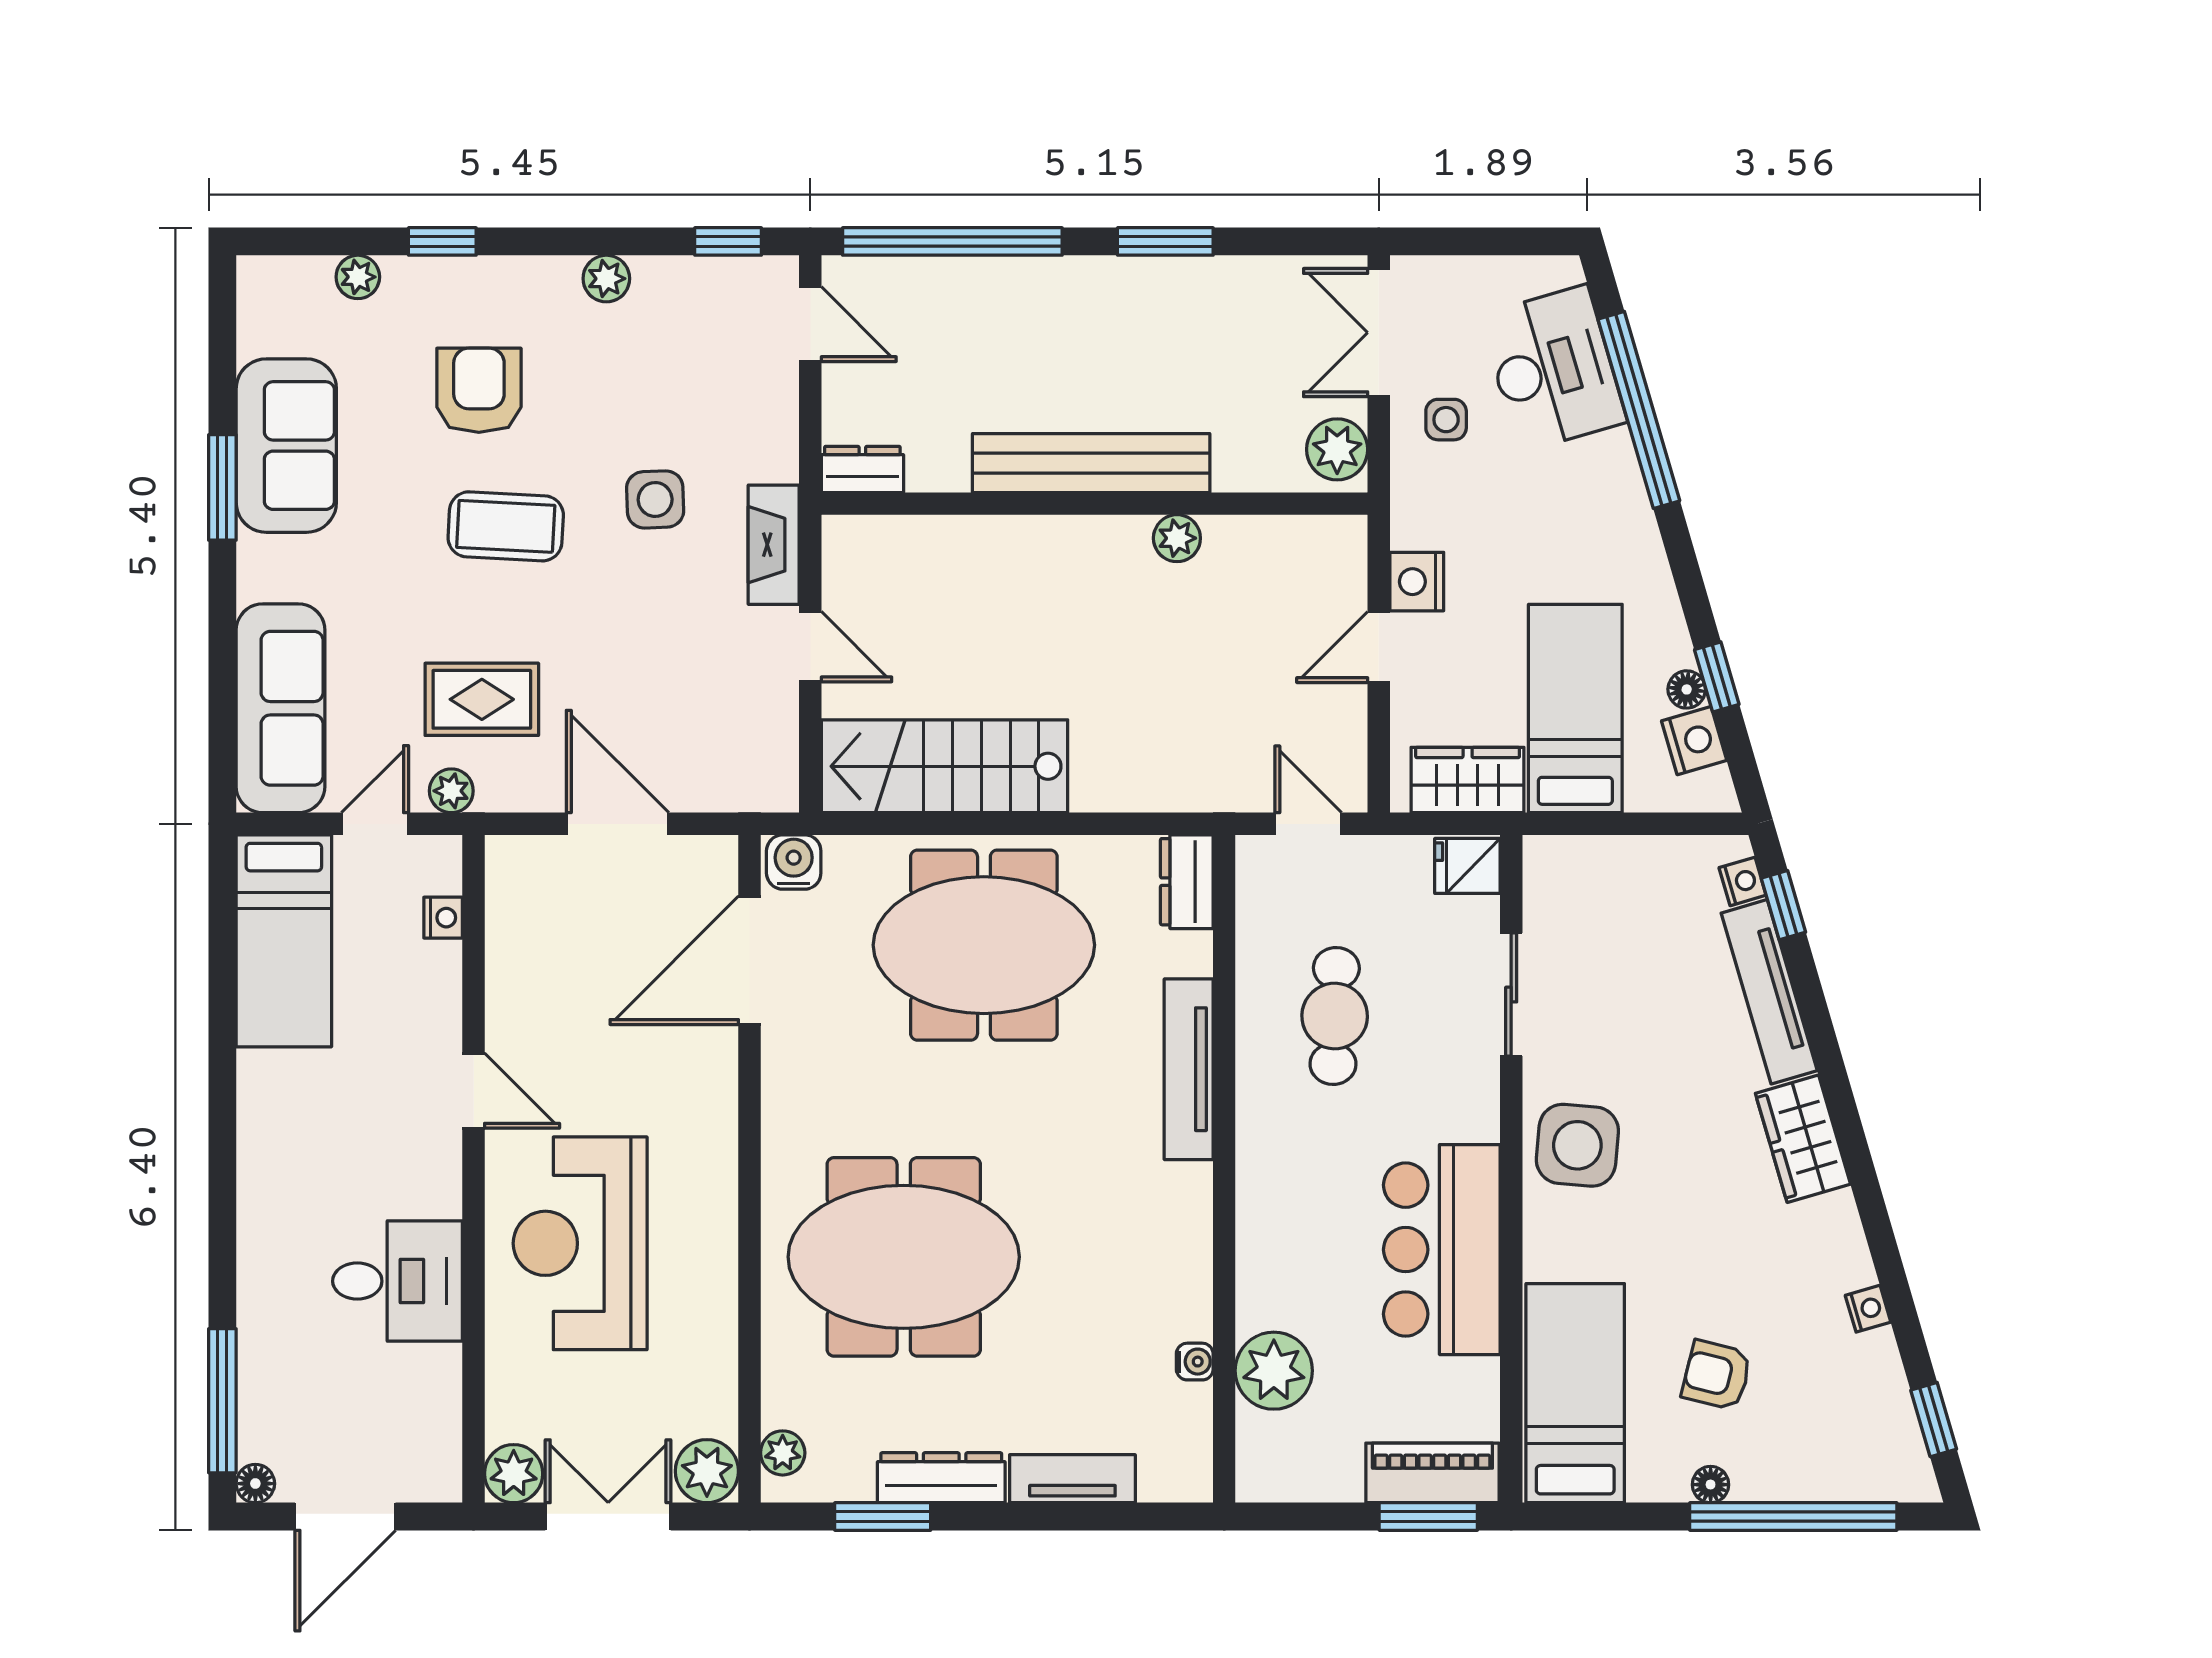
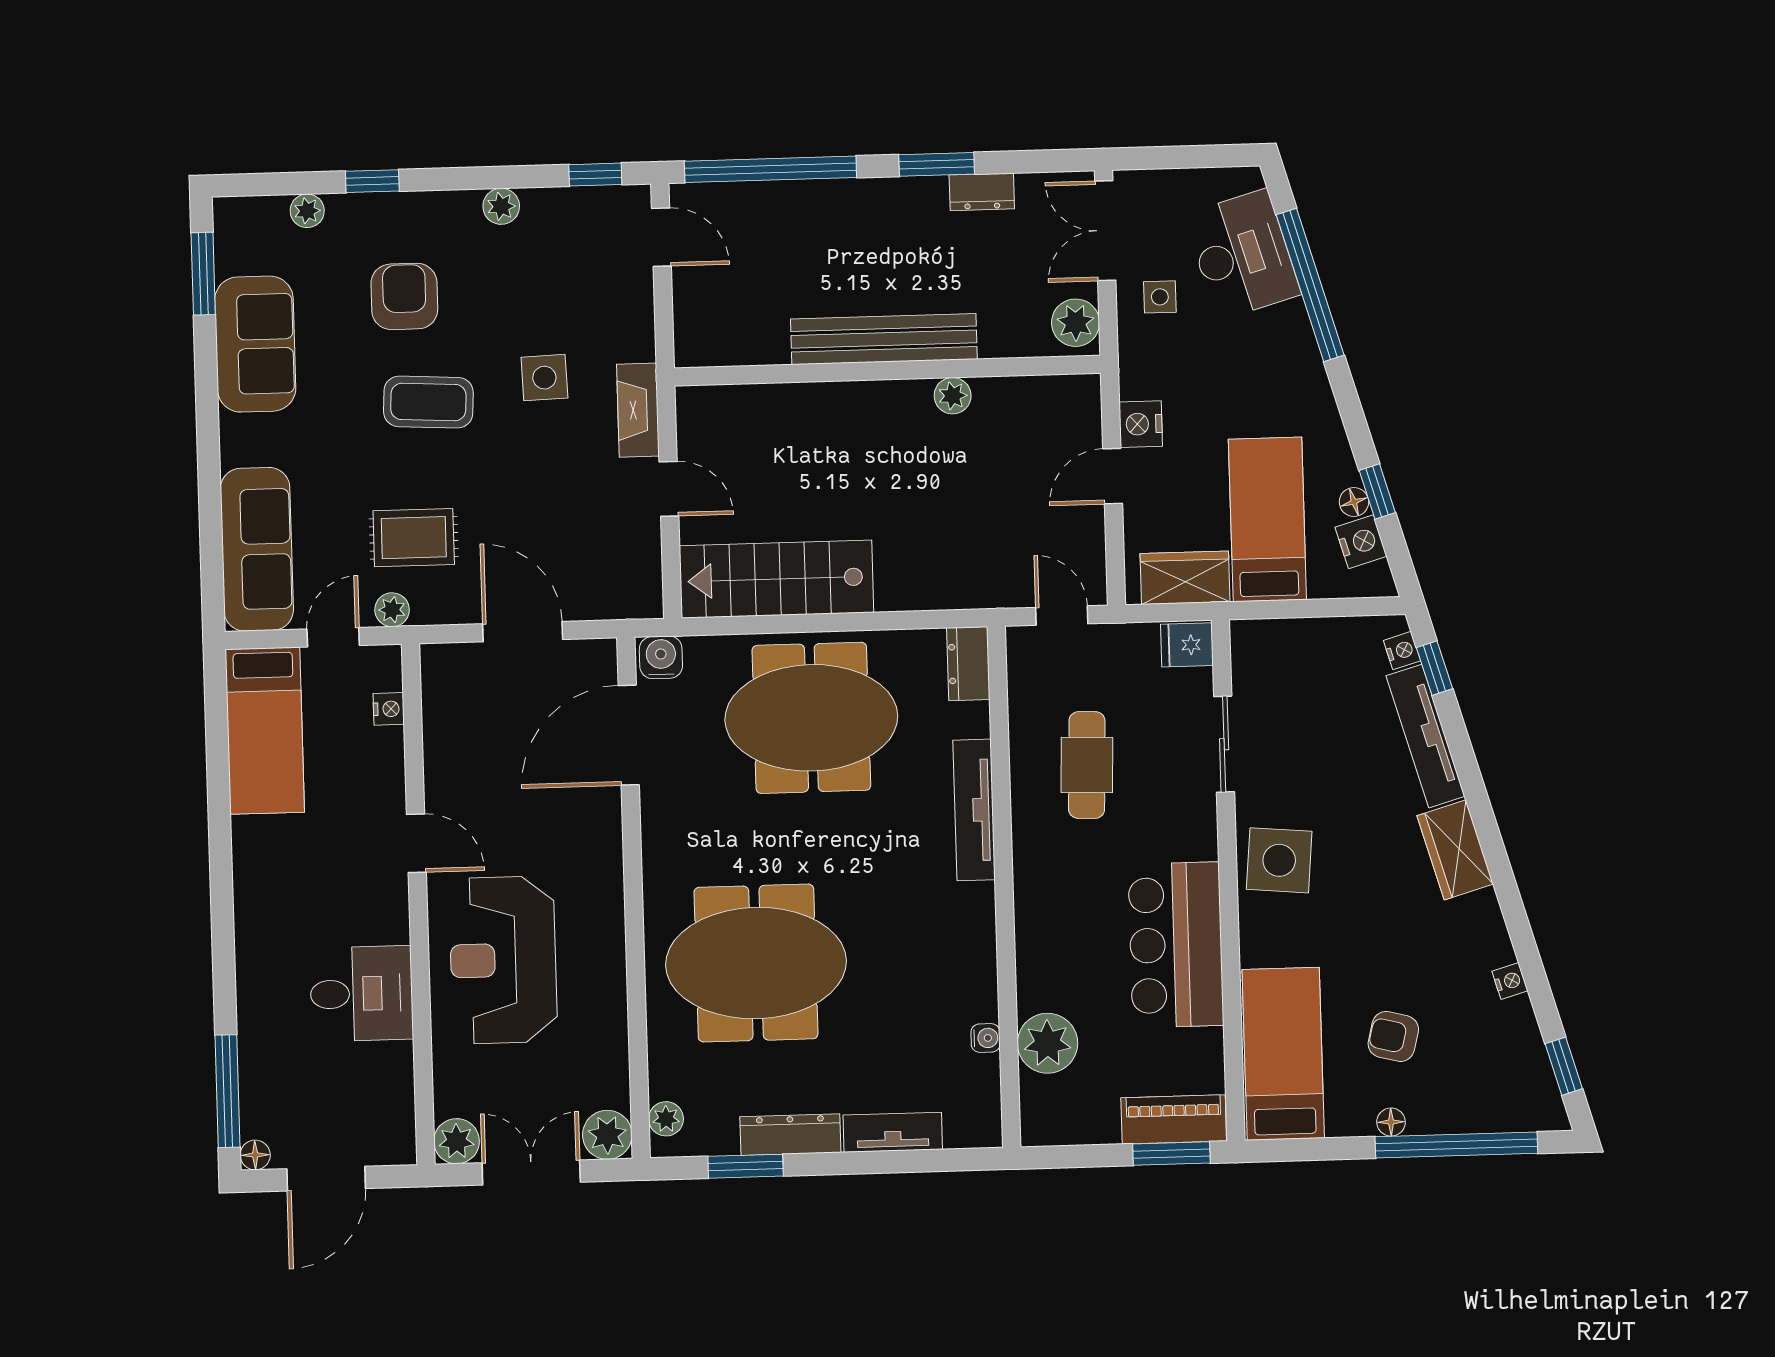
dresser: (862, 469) -> (982, 192), moved, turned 180
window: (222, 487) -> (203, 274), moved

